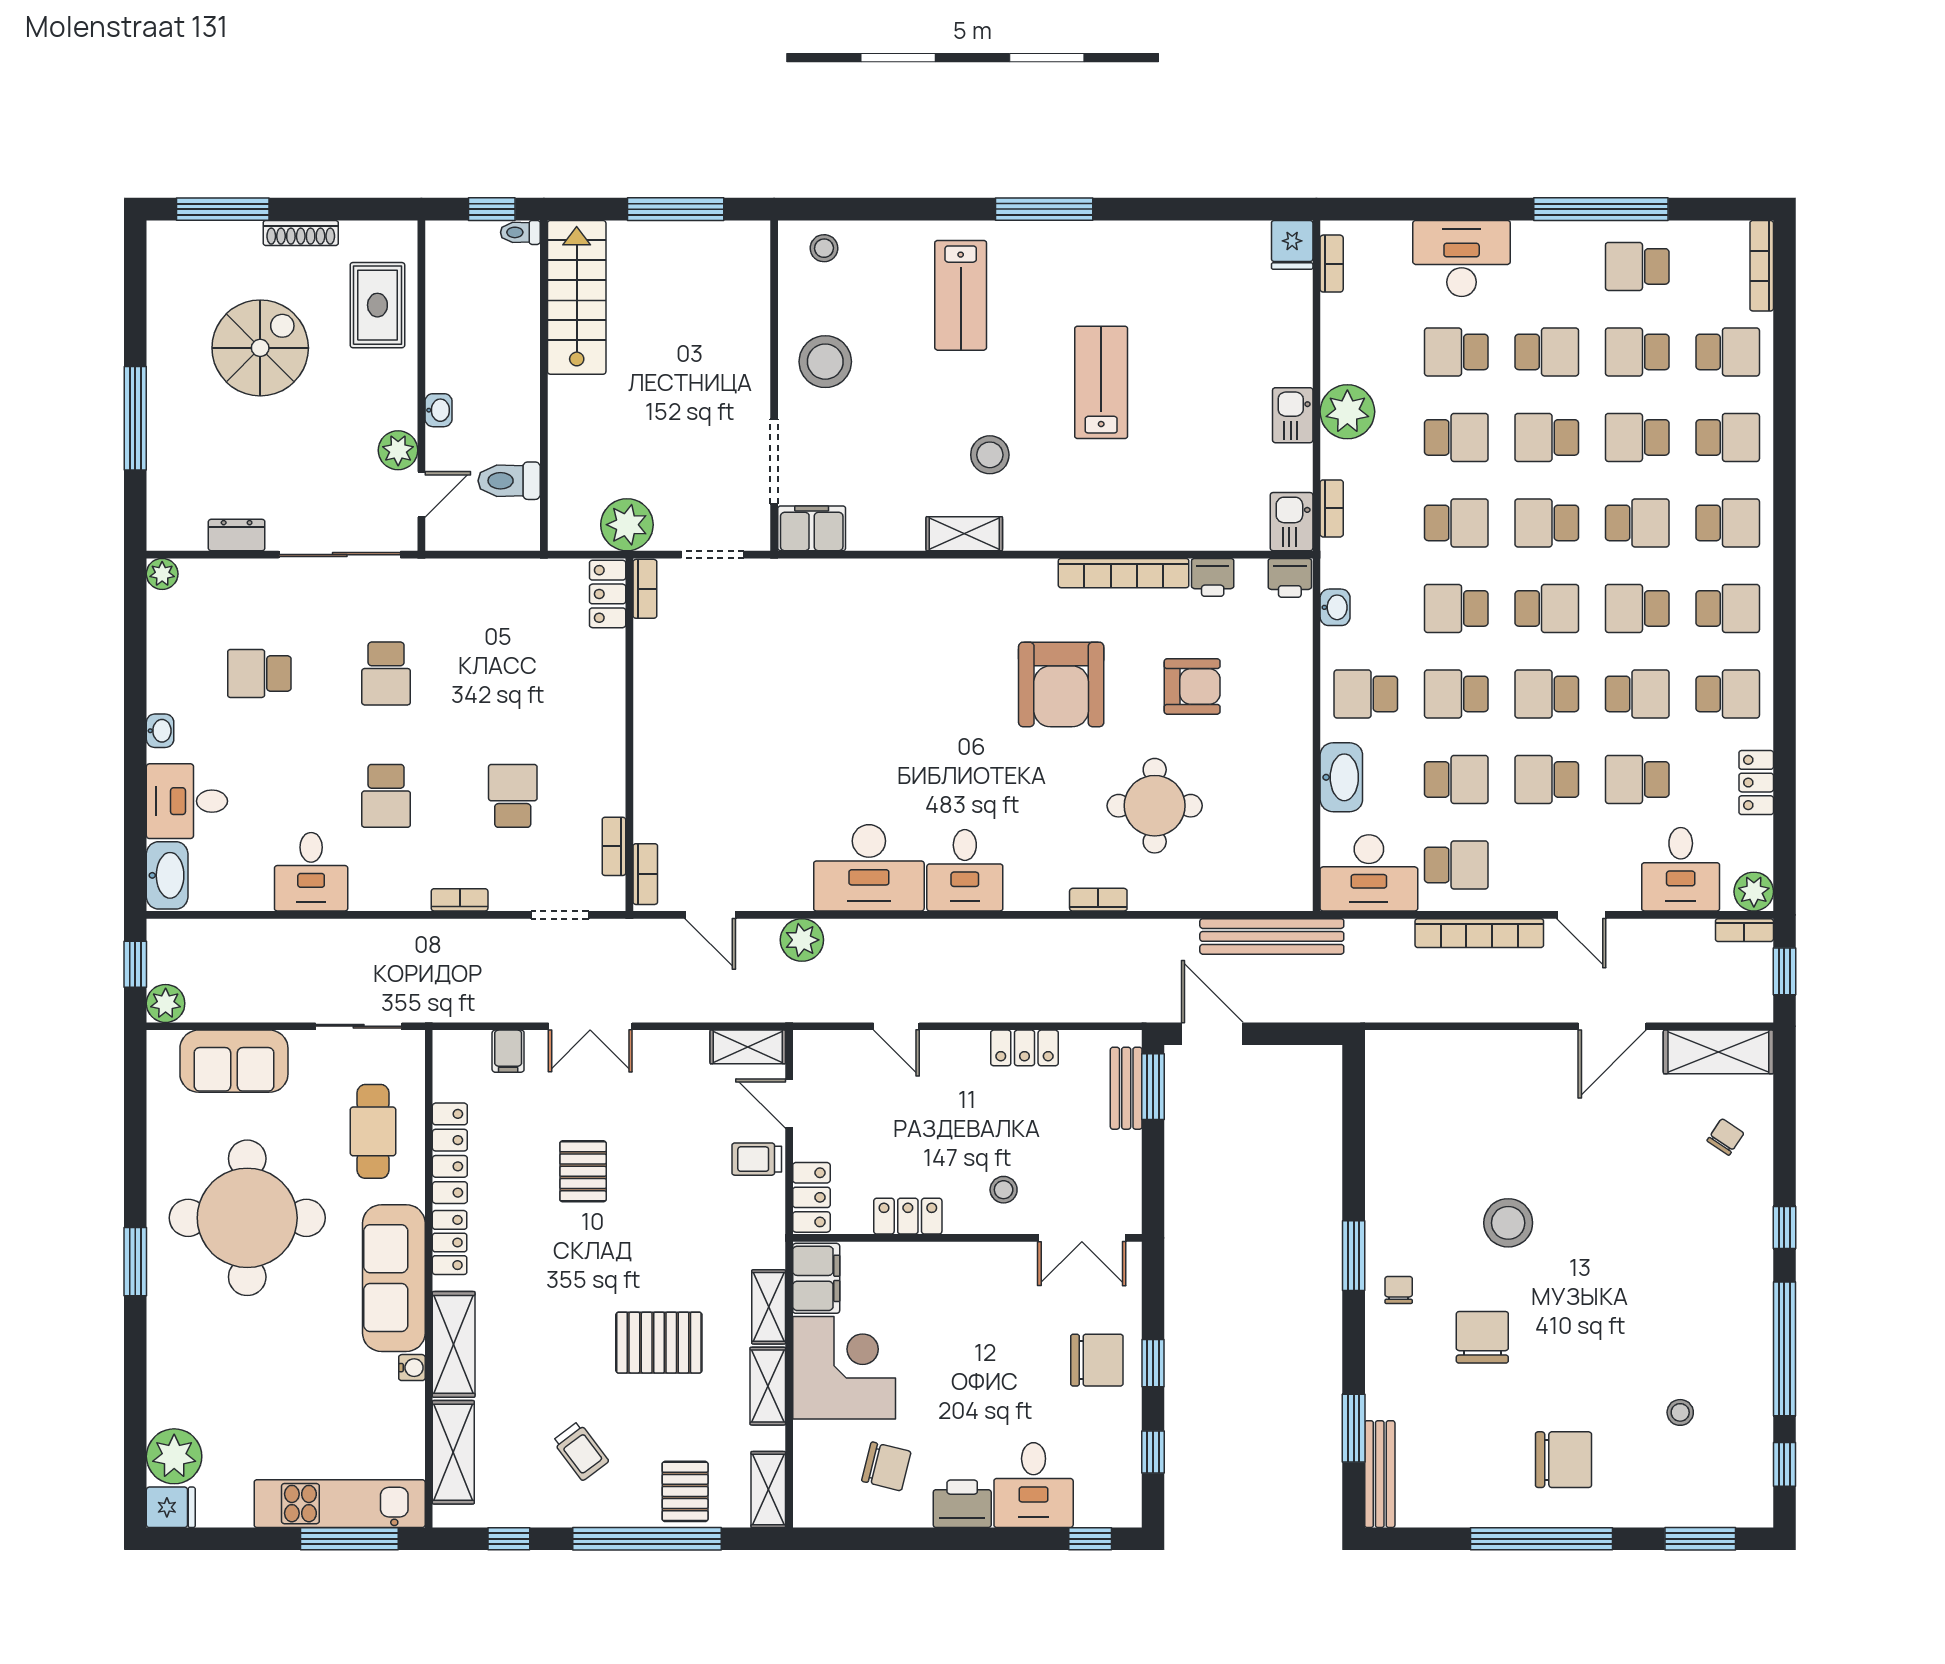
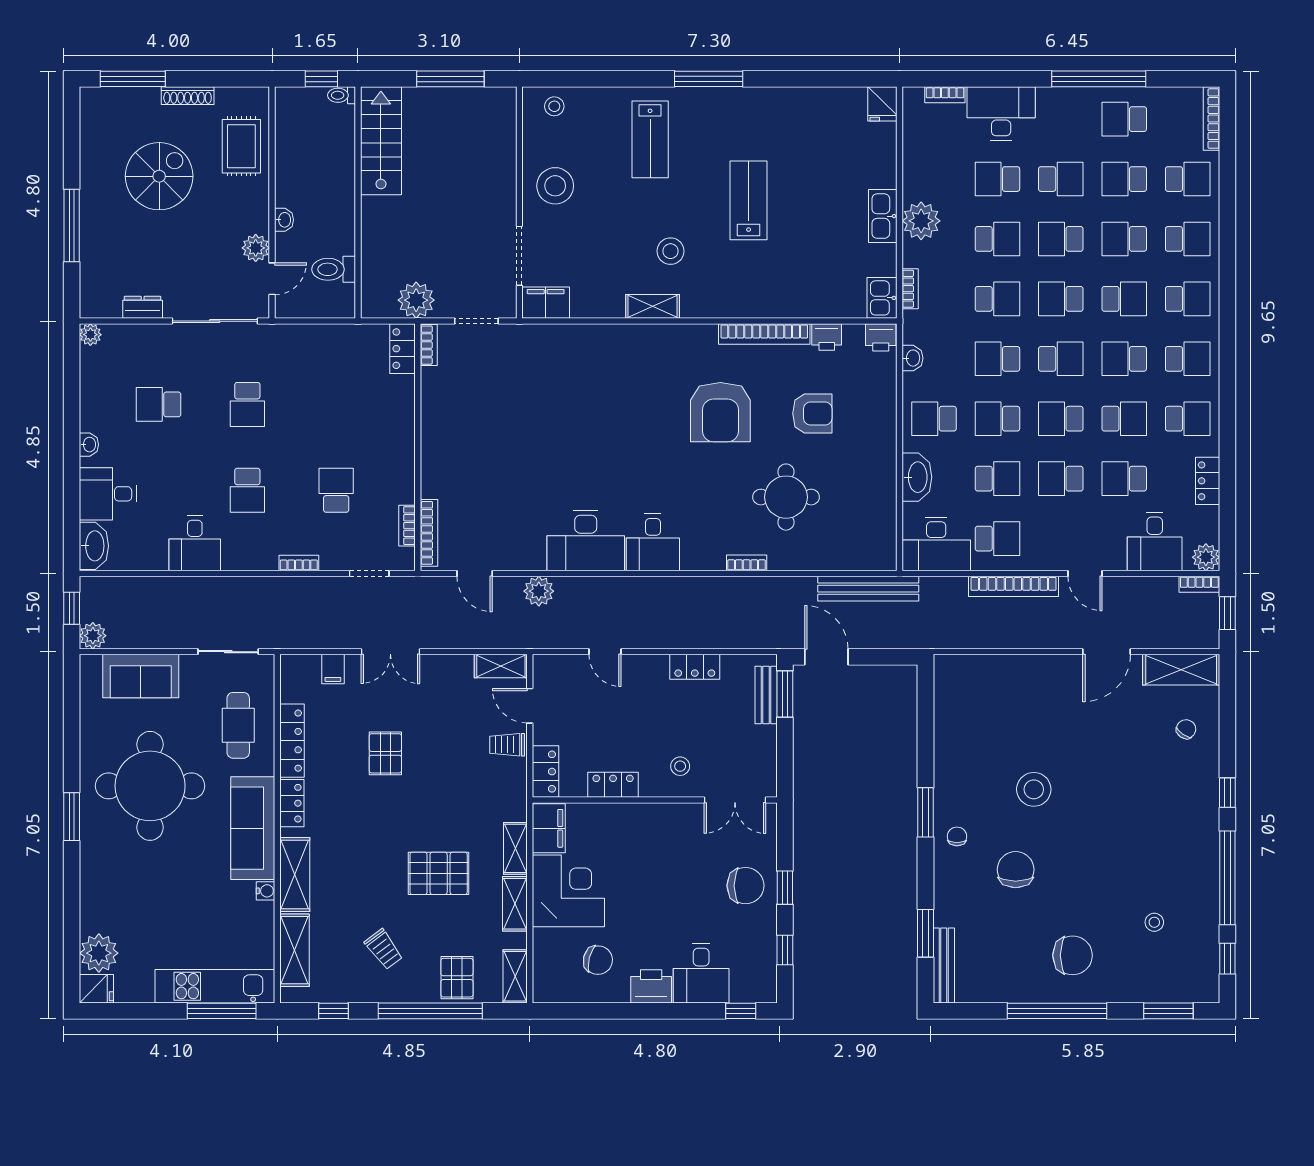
bookcase: (1332, 264) -> (945, 95), moved, turned 90
kitchen sink: (1293, 415) -> (883, 216), width x1.38
bookcase: (645, 874) -> (429, 533), width x1.56

